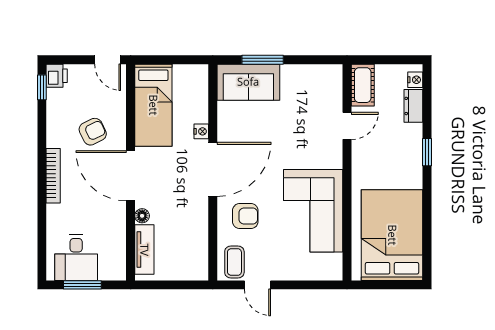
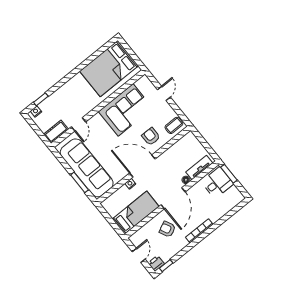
door: (108, 60) -> (139, 255), moved
sofa: (248, 82) -> (87, 168), width x1.85, depth x1.27
dresser: (413, 106) -> (48, 103), removed
door: (347, 126) -> (79, 124), swing flipped
window: (427, 152) -> (41, 99), moved
desk: (76, 258) -> (217, 183), moved
window: (82, 285) -> (229, 174), moved
door: (258, 285) -> (164, 93), moved

